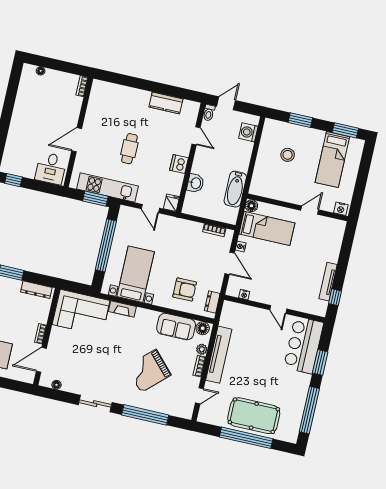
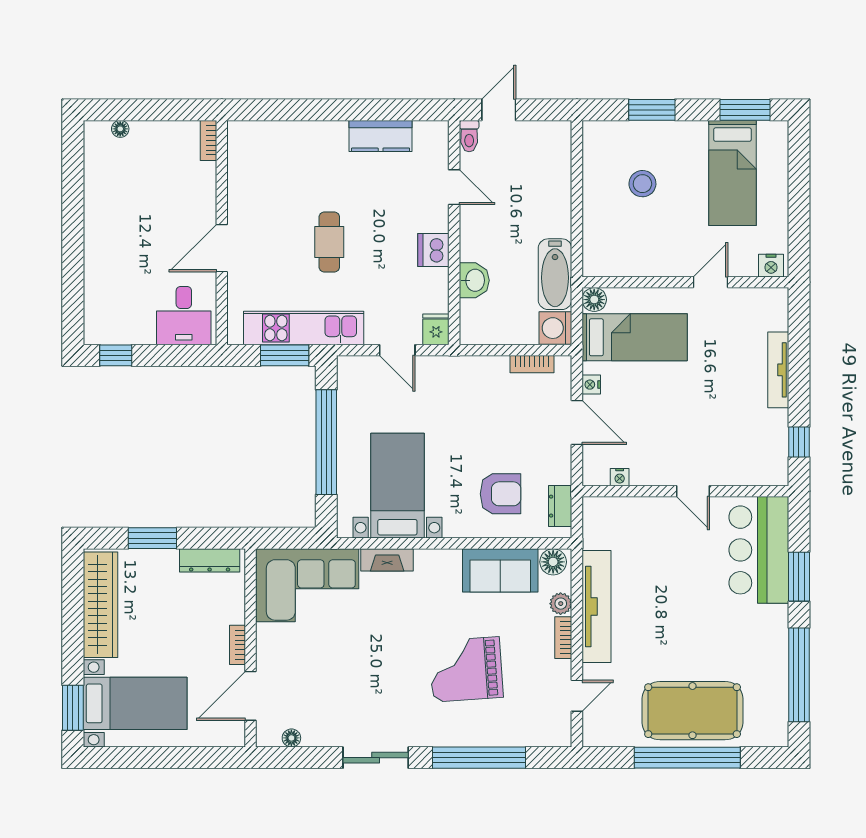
washing machine: (248, 132) -> (555, 328), moved
tv unit: (328, 282) -> (778, 370), moved
grand piano: (149, 371) -> (466, 669), turned 39

